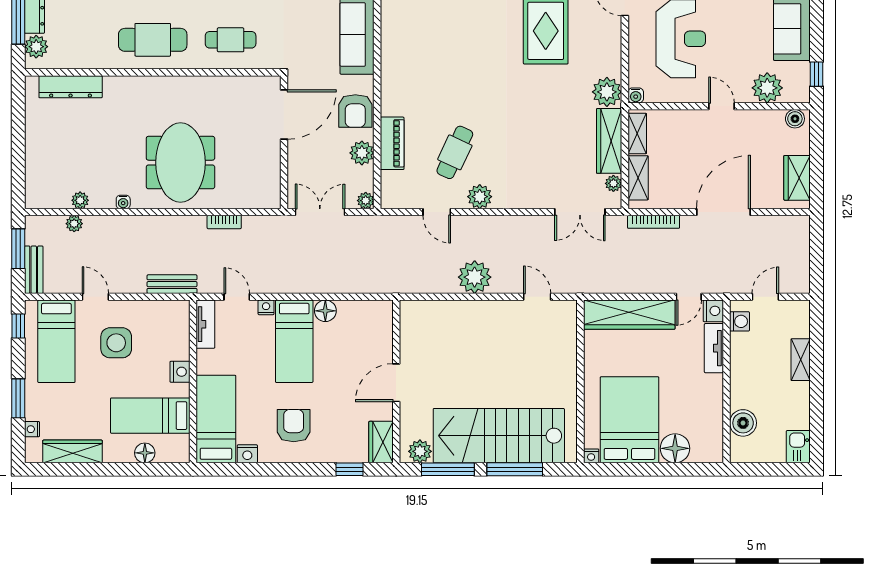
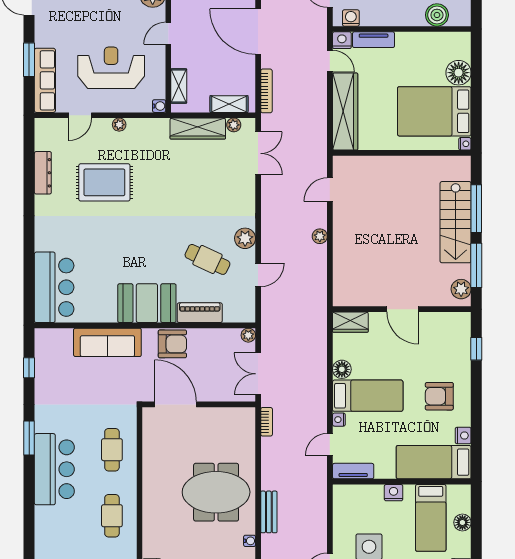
cafe table: (153, 40) -> (112, 516), width x0.73, depth x0.74
booth: (403, 81) -> (147, 303), added
plant: (607, 92) -> (119, 125), moved, width x0.53, depth x0.53
shelving: (637, 133) -> (179, 86), moved, turned 90
plant: (362, 153) -> (208, 338), removed
bookcase: (224, 222) -> (267, 422), moved
plant: (475, 277) -> (320, 236), width x0.53, depth x0.53
bench: (172, 284) -> (269, 512), moved
stairs: (499, 436) -> (456, 222), width x0.73, depth x0.66
wardrobe: (381, 442) -> (350, 322), moved

